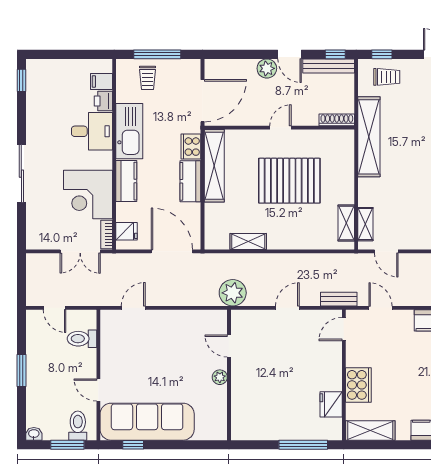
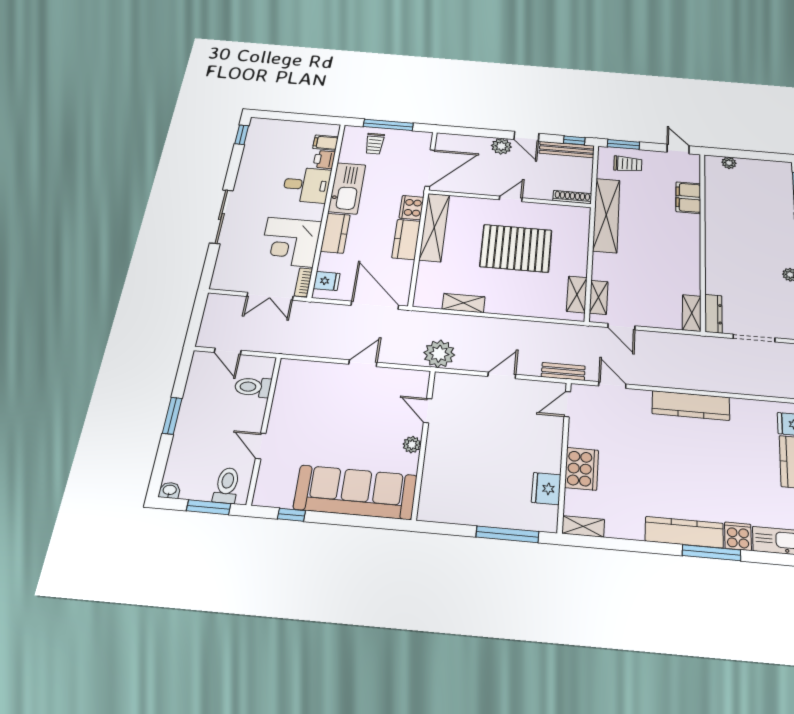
window: (382, 54) -> (623, 144), width x1.50
door: (133, 308) -> (363, 363), moved
sofa: (147, 422) -> (355, 492), moved
shelving: (370, 430) -> (583, 526), width x0.67, depth x0.75

